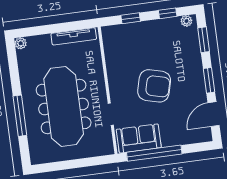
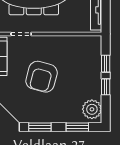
window: (168, 13) -> (106, 87), moved
plant: (186, 21) -> (92, 109), width x1.87, depth x1.87

